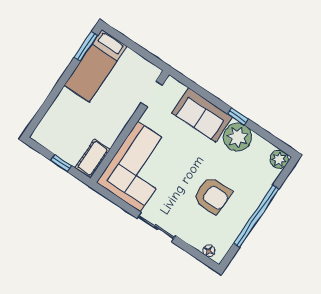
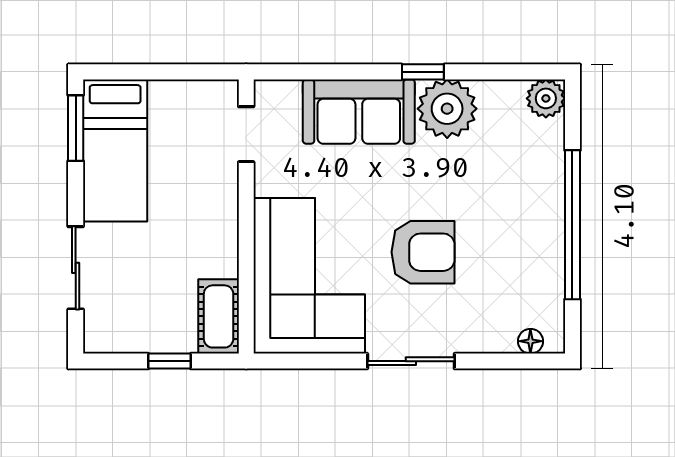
sliding door: (49, 102) -> (76, 268), added
armchair: (212, 195) -> (423, 252), moved

